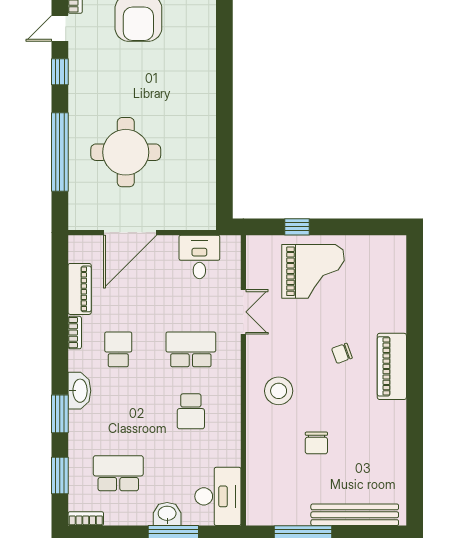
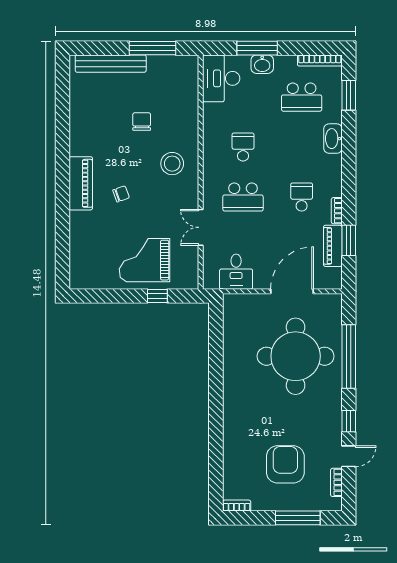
round table: (126, 152) -> (296, 356), width x1.36, depth x1.36
school desk: (118, 349) -> (302, 197), turned 180
washbasin: (79, 391) -> (333, 139), moved
window: (60, 414) -> (349, 240), moved
bookcase: (86, 519) -> (320, 60), width x1.56

